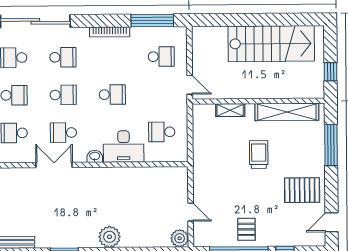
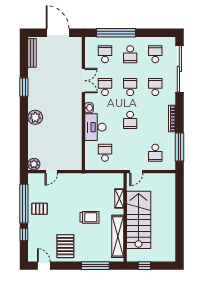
stairs: (271, 44) -> (139, 220), moved, turned 180
school desk: (63, 57) -> (155, 87), turned 180
school desk: (63, 95) -> (130, 87), turned 180

